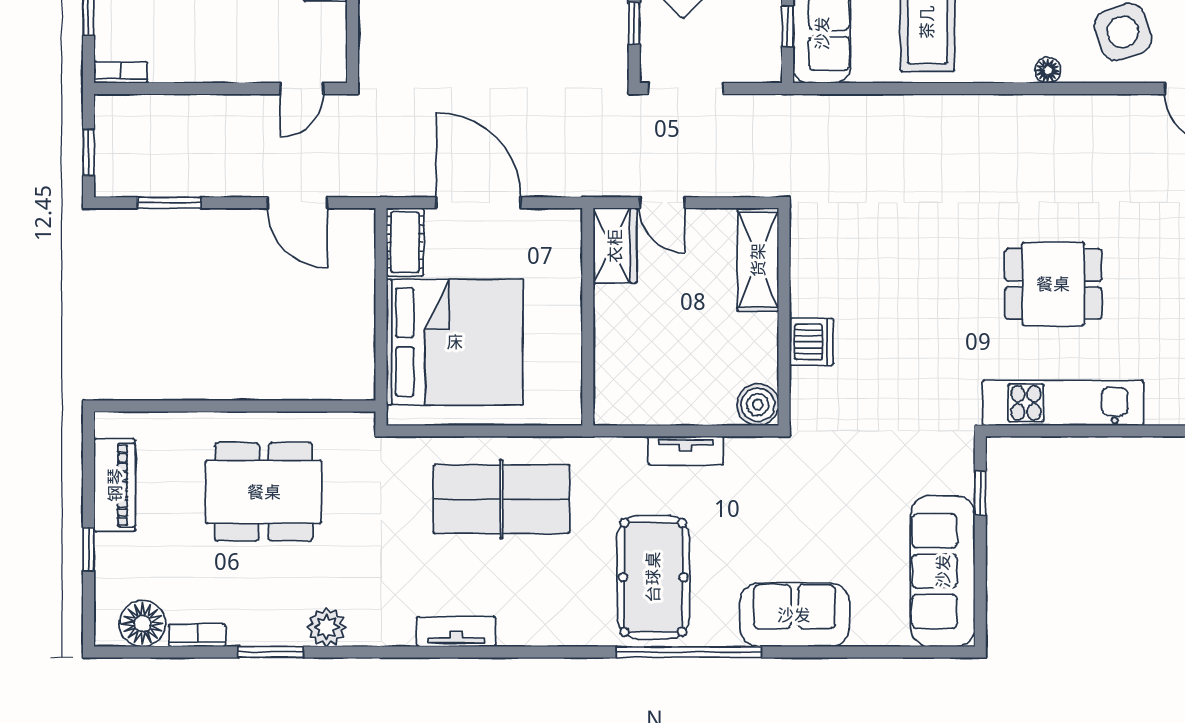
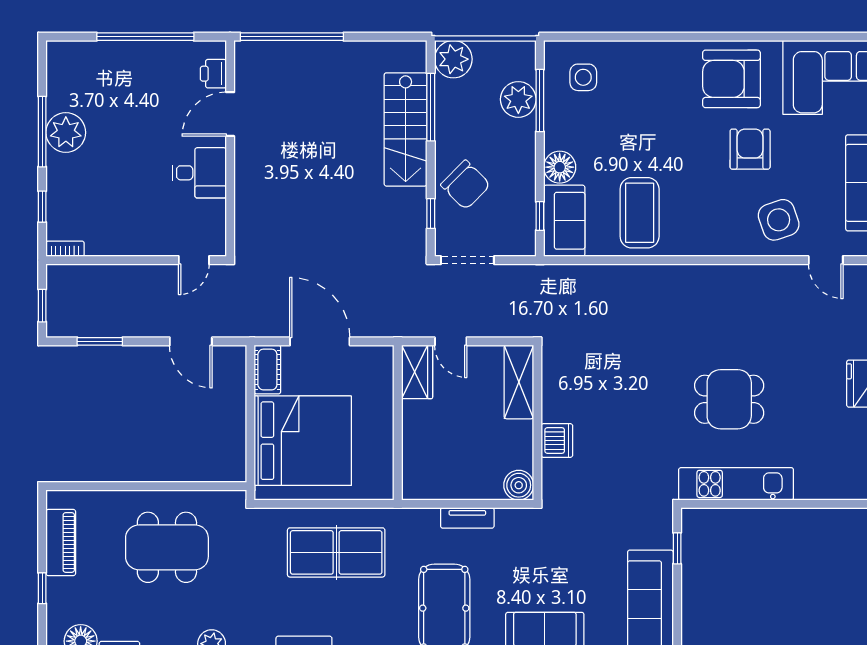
floor lamp: (1048, 70) -> (725, 247), removed

